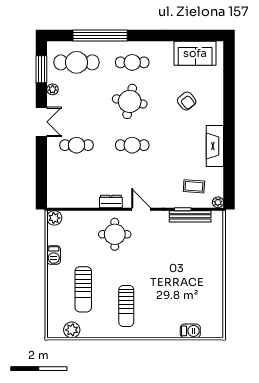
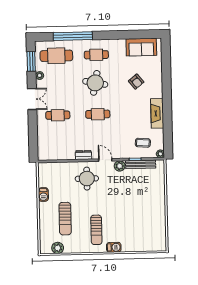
plant: (54, 218) -> (120, 166), moved
barbecue: (190, 331) -> (114, 247), moved

